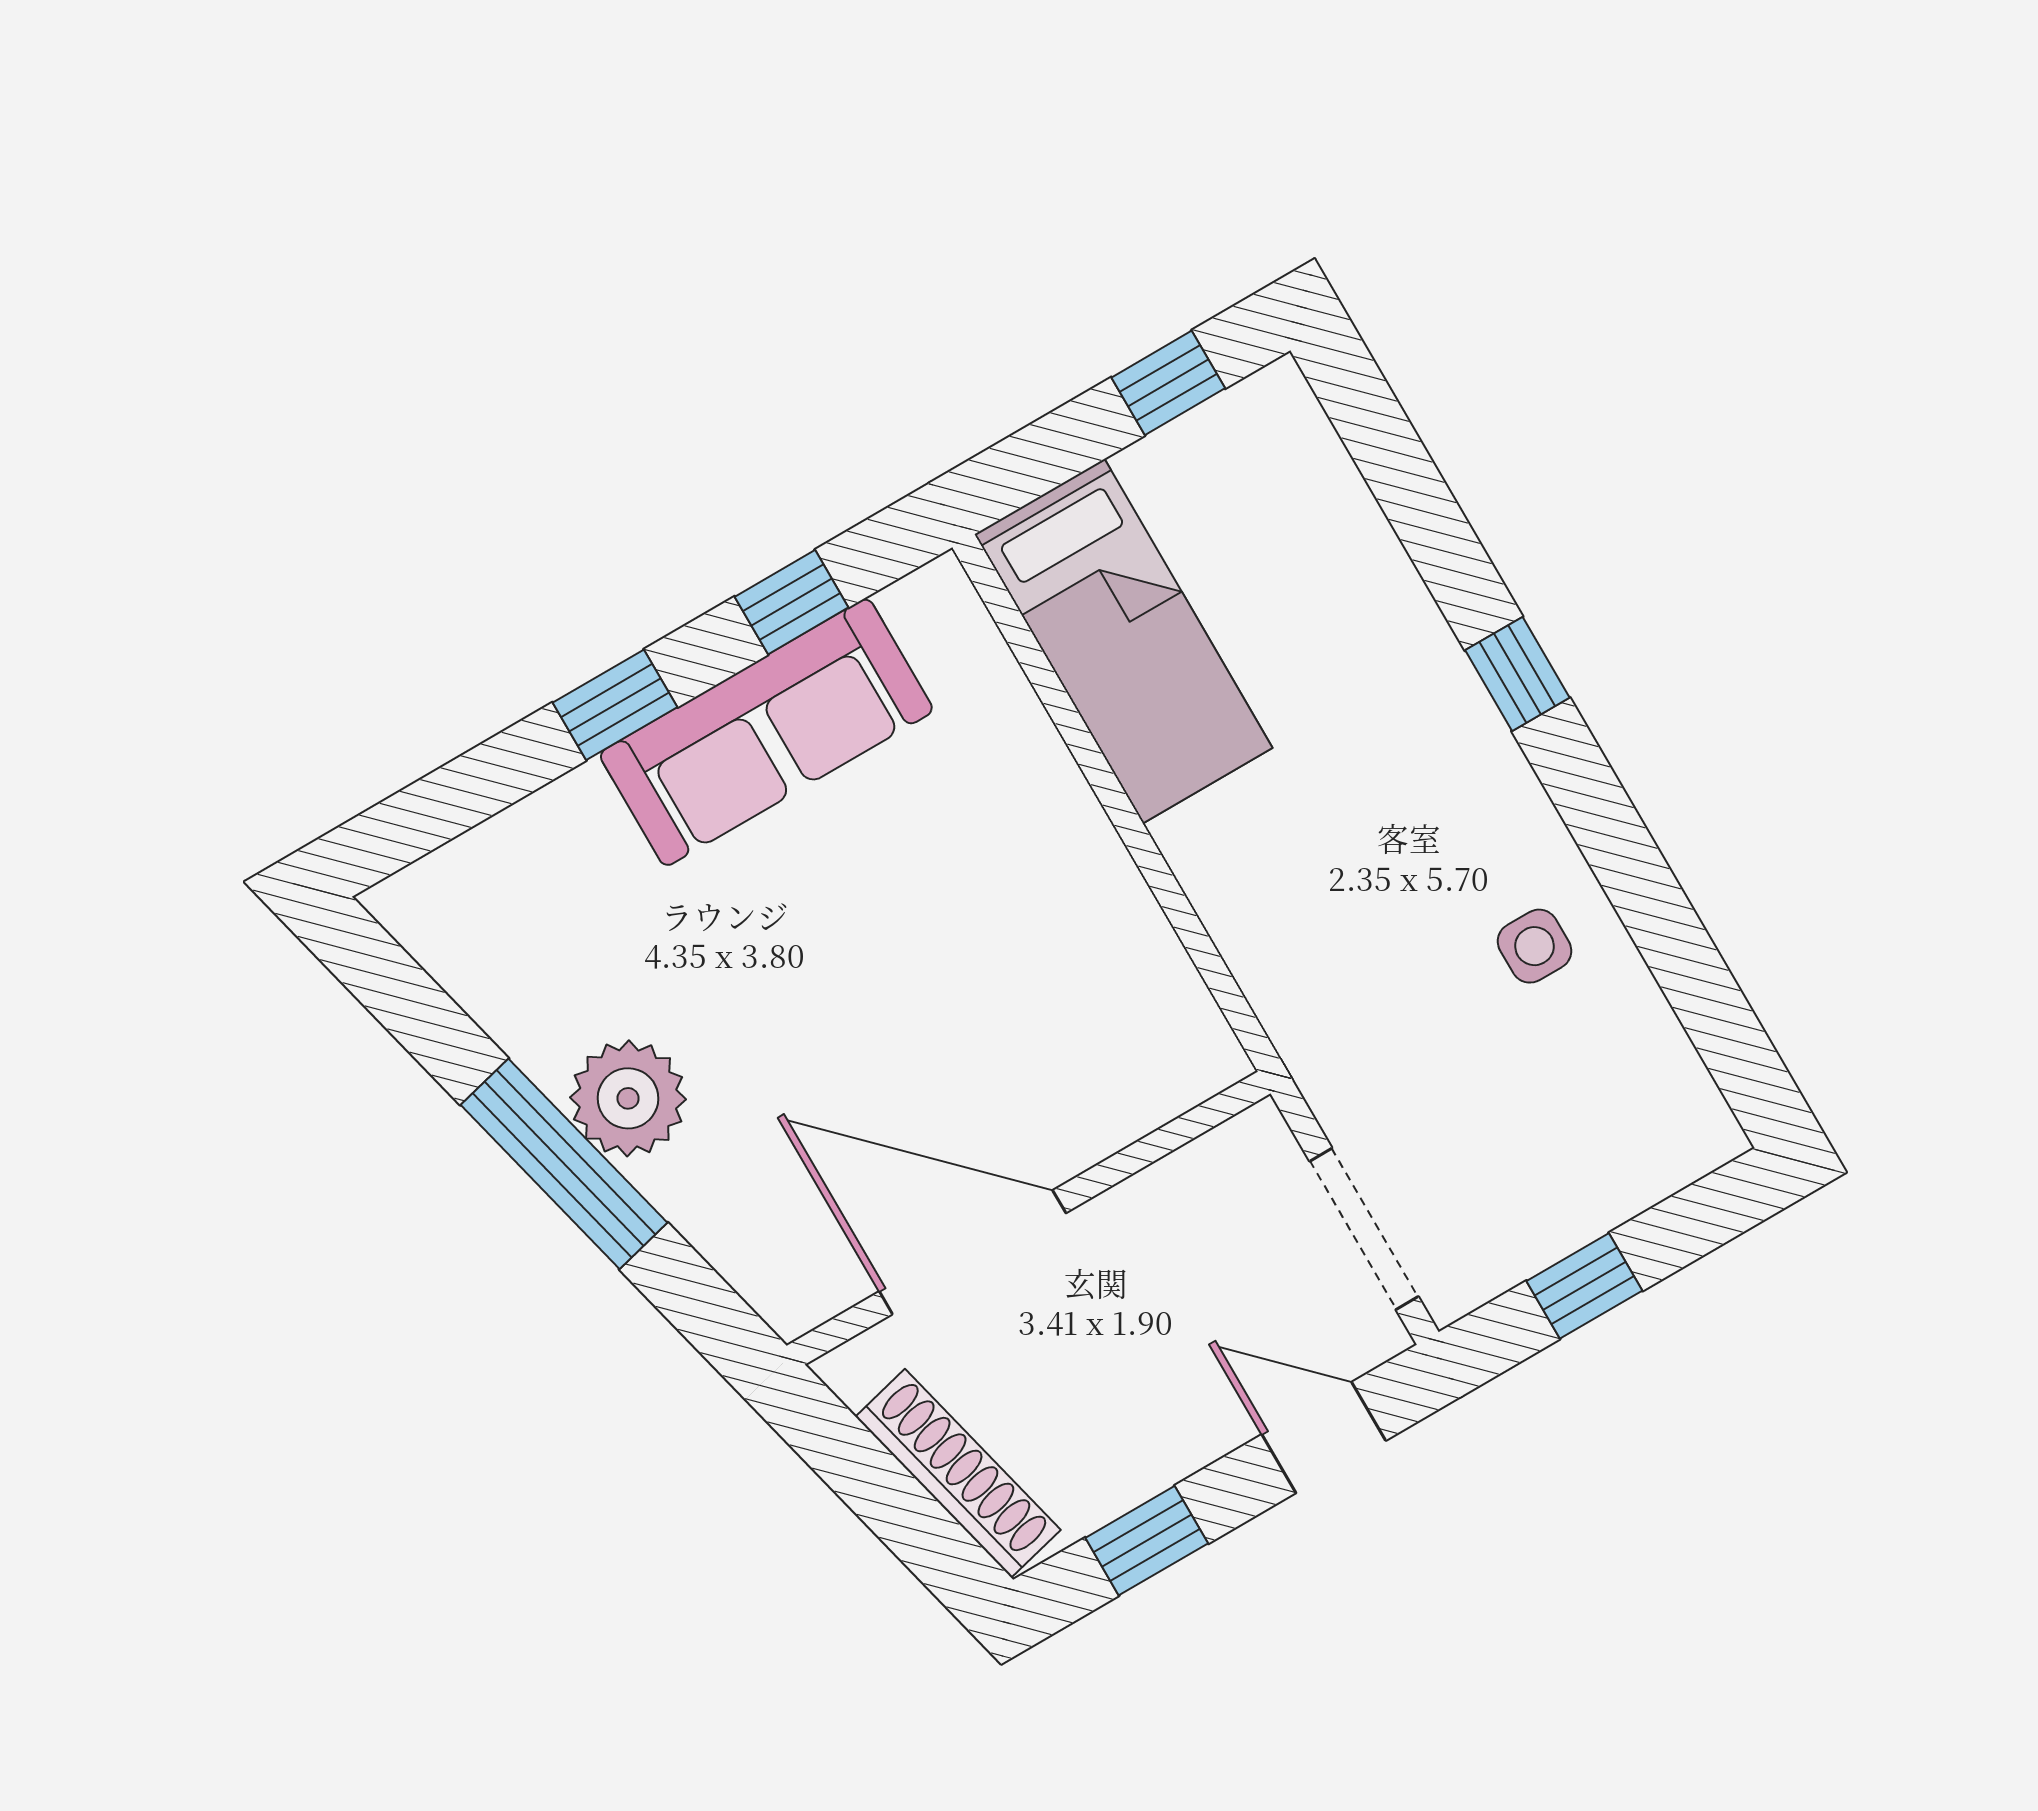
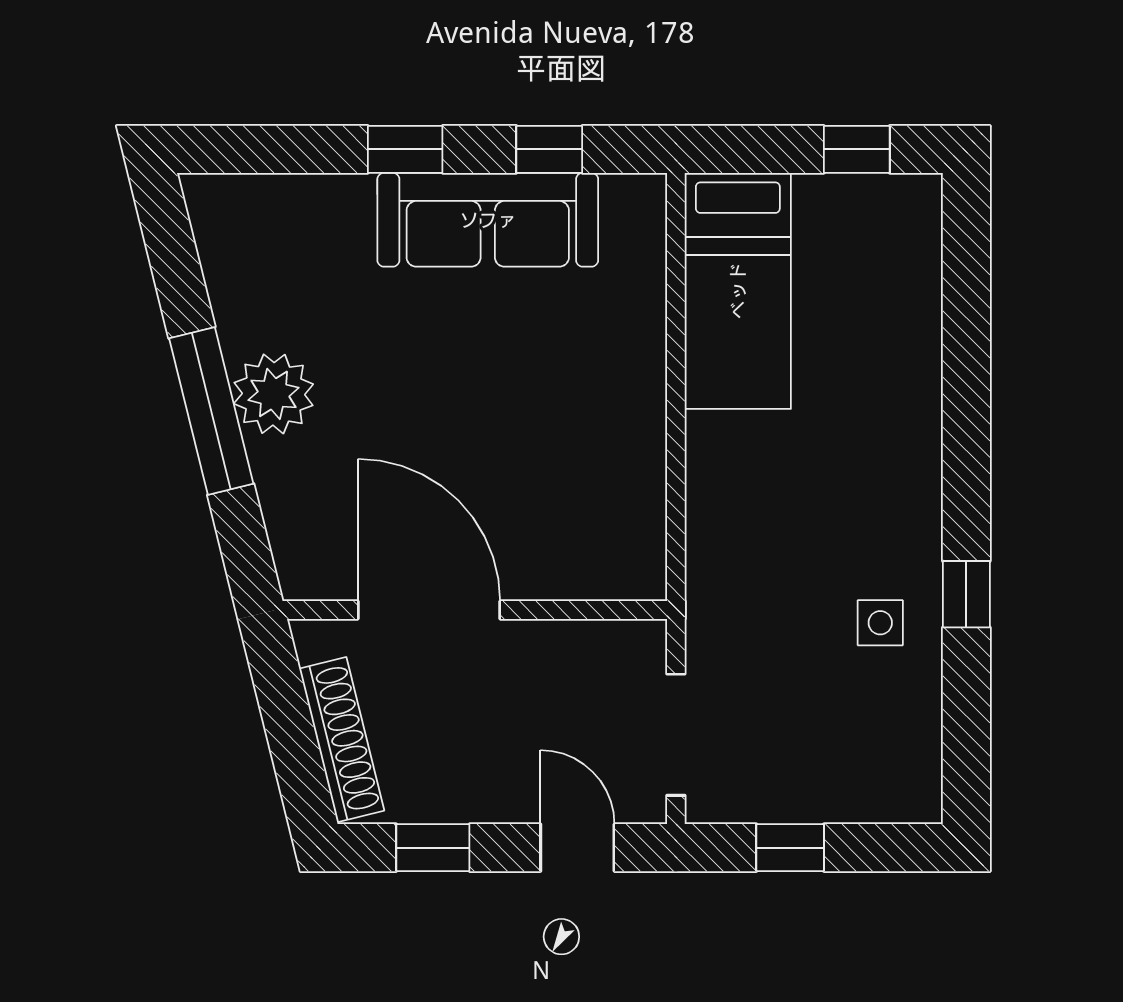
window: (1517, 674) -> (966, 594), moved

